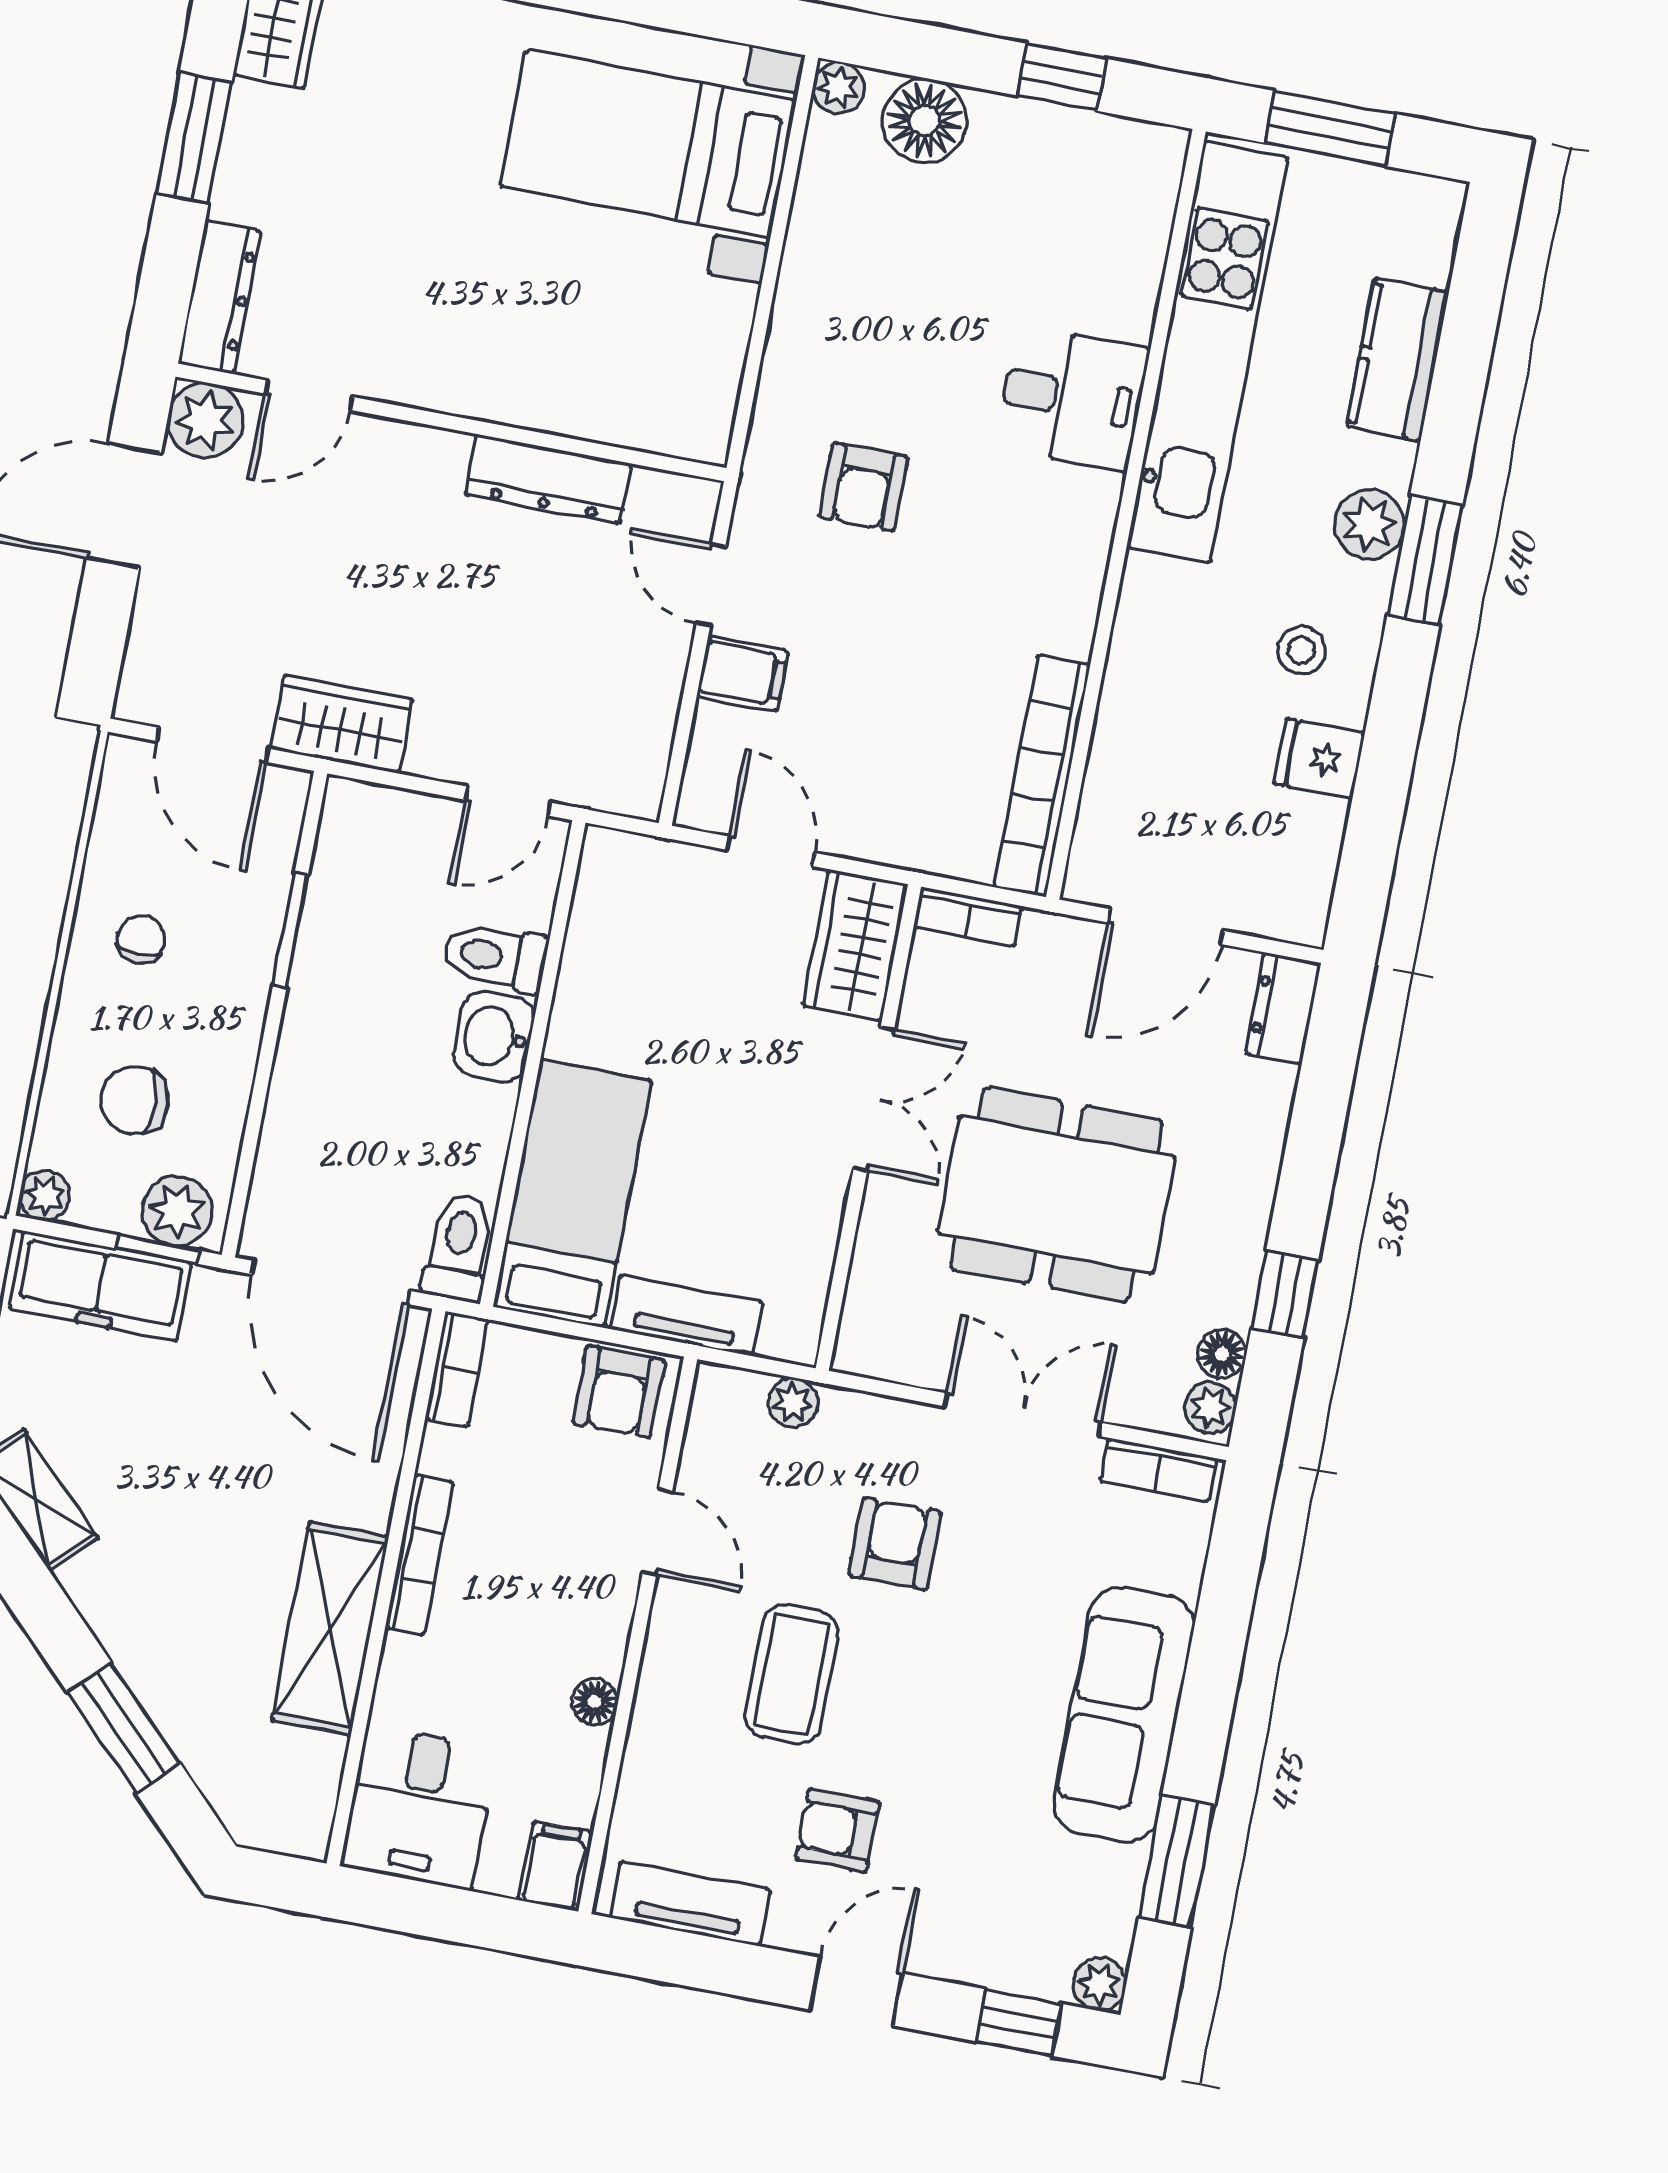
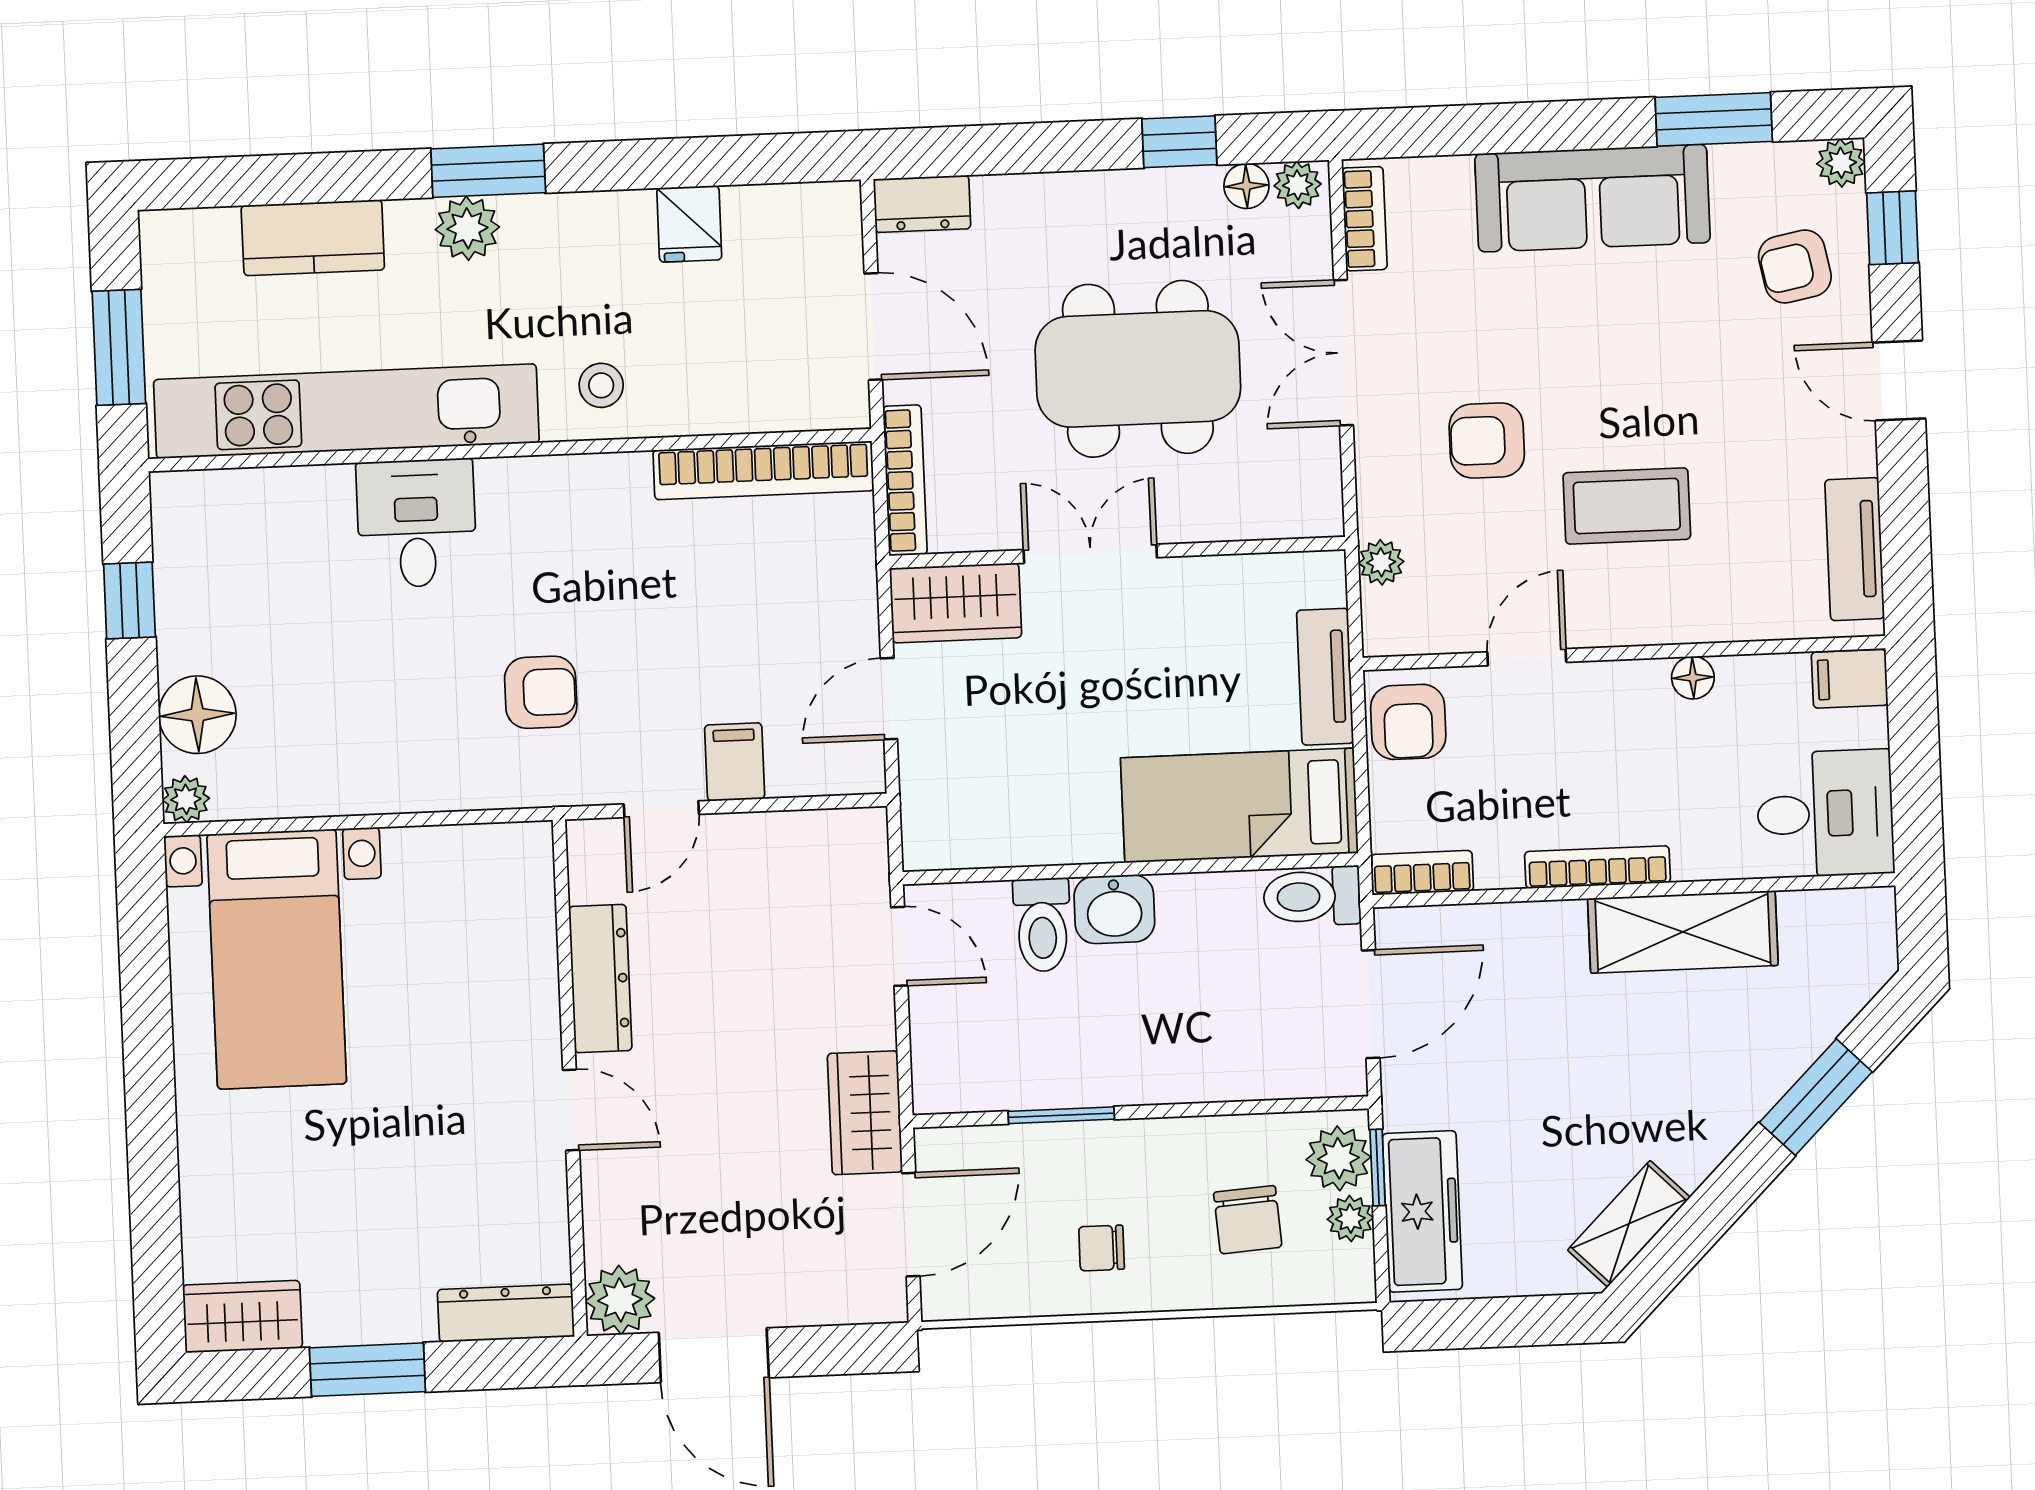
door: (309, 395) -> (571, 1110), moved
stool: (1301, 650) -> (601, 385), moved
bookcase: (968, 917) -> (905, 480), width x1.56
dining table: (1056, 1194) -> (1138, 369), turned 90
plant: (45, 1196) -> (1350, 1219), moved
door: (331, 1283) -> (1371, 1004), width x0.73
armchair: (619, 1392) -> (1408, 722), turned 90
armchair: (838, 1830) -> (1795, 266), moved, turned 79

